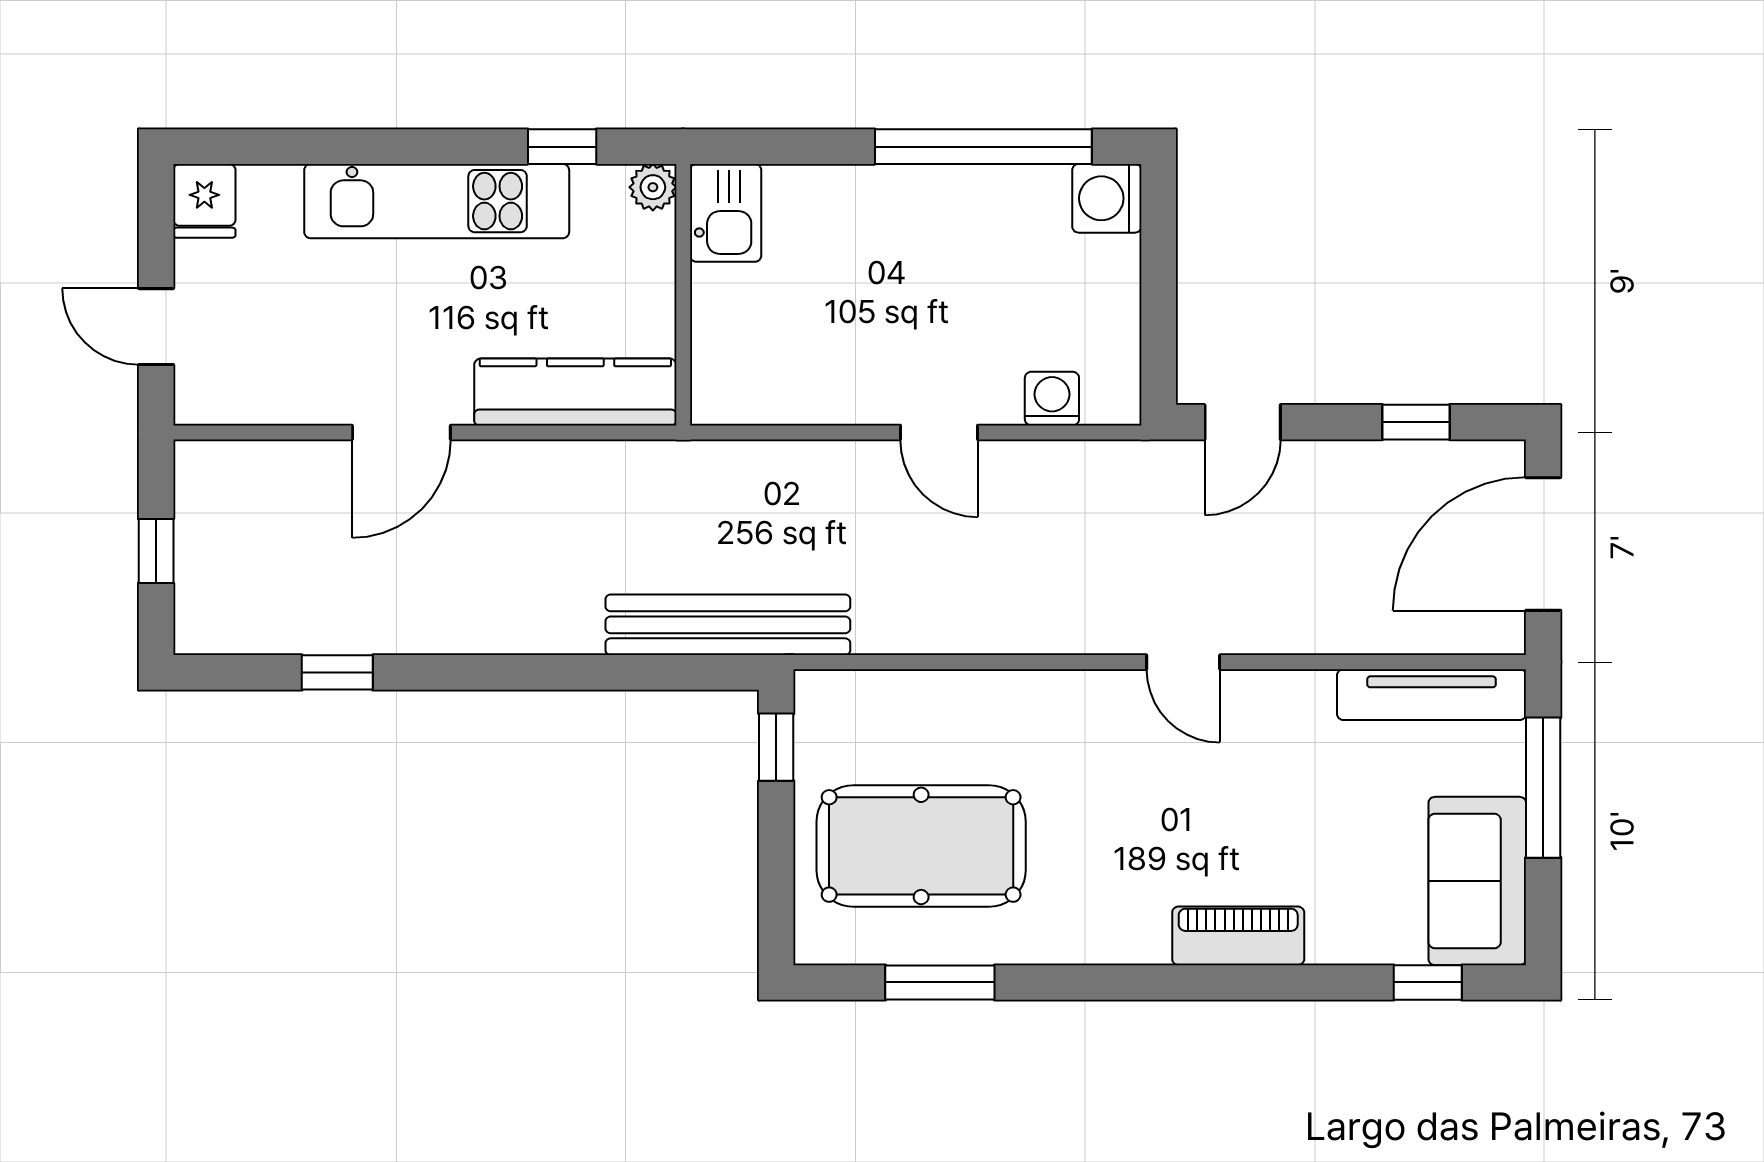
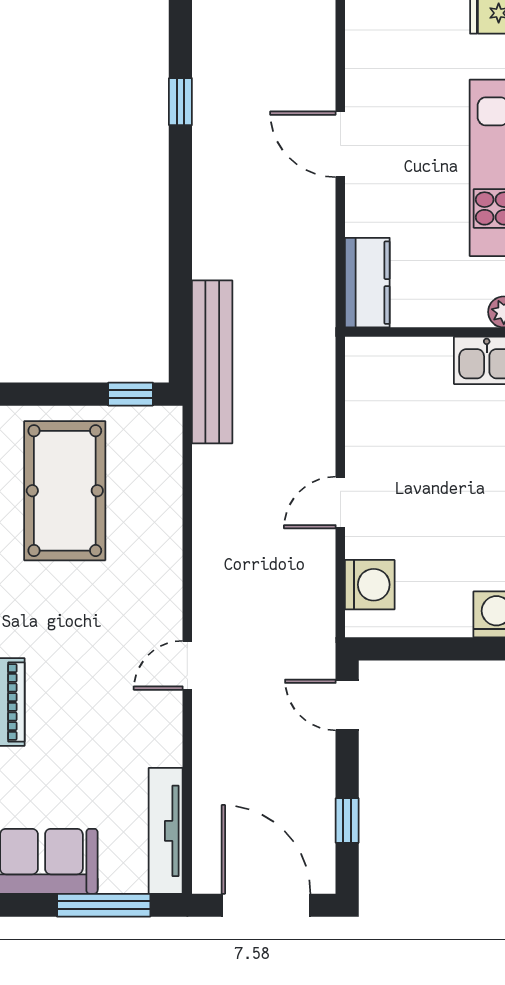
kitchen counter: (575, 392) -> (367, 283), width x0.67
washing machine: (1052, 399) -> (370, 585), width x1.38, depth x1.38

